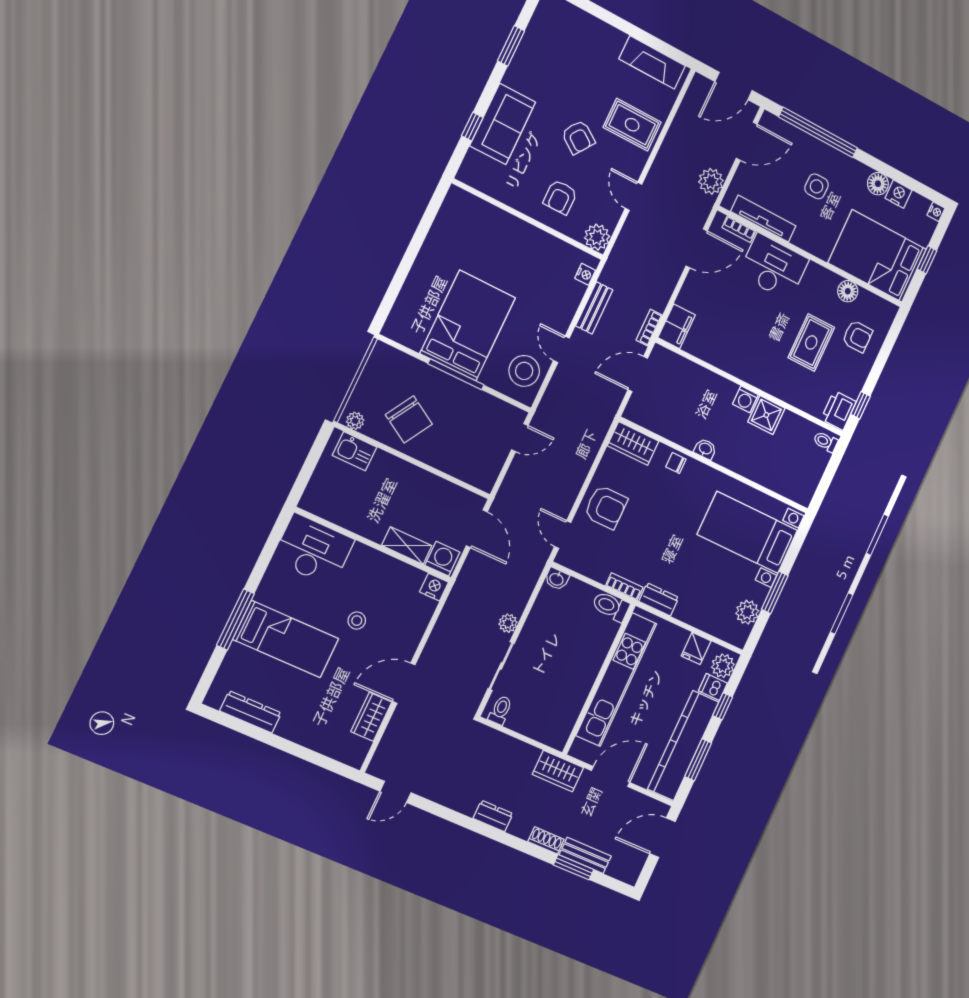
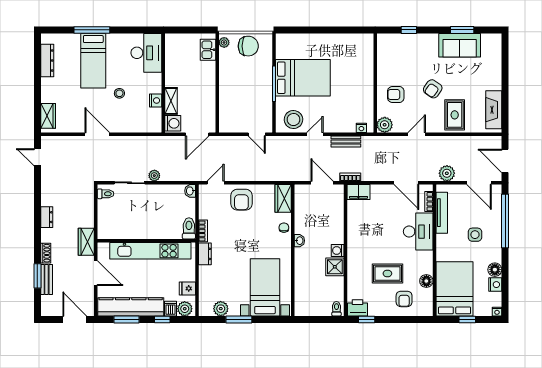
sofa: (503, 124) -> (460, 45), moved
chair: (409, 419) -> (248, 46), moved, turned -121
nightstand: (434, 587) -> (156, 100), moved
wardrobe: (371, 717) -> (48, 116), moved, turned 90

